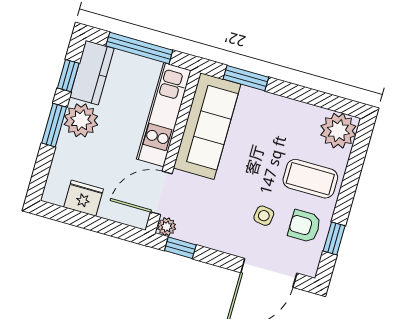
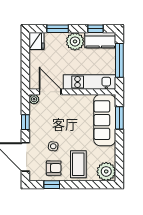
window: (54, 125) -> (58, 29), moved
sofa: (207, 126) -> (105, 120), moved, turned 90
fridge: (84, 198) -> (36, 41), moved
armchair: (304, 226) -> (54, 168), turned 90
window: (180, 248) -> (25, 122), moved

